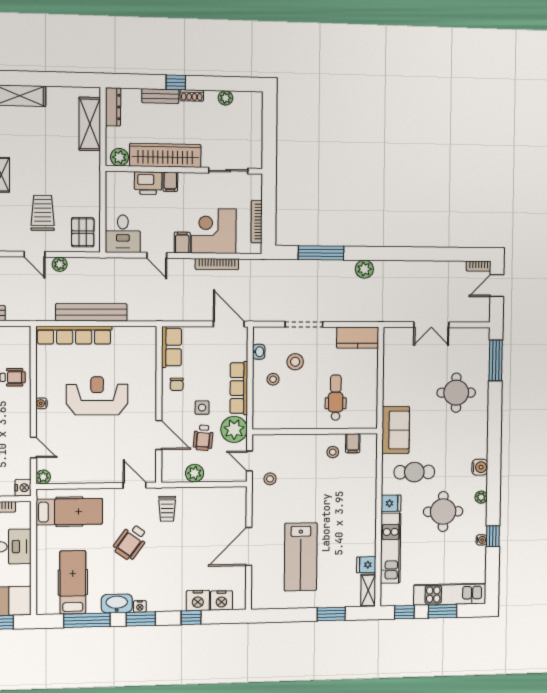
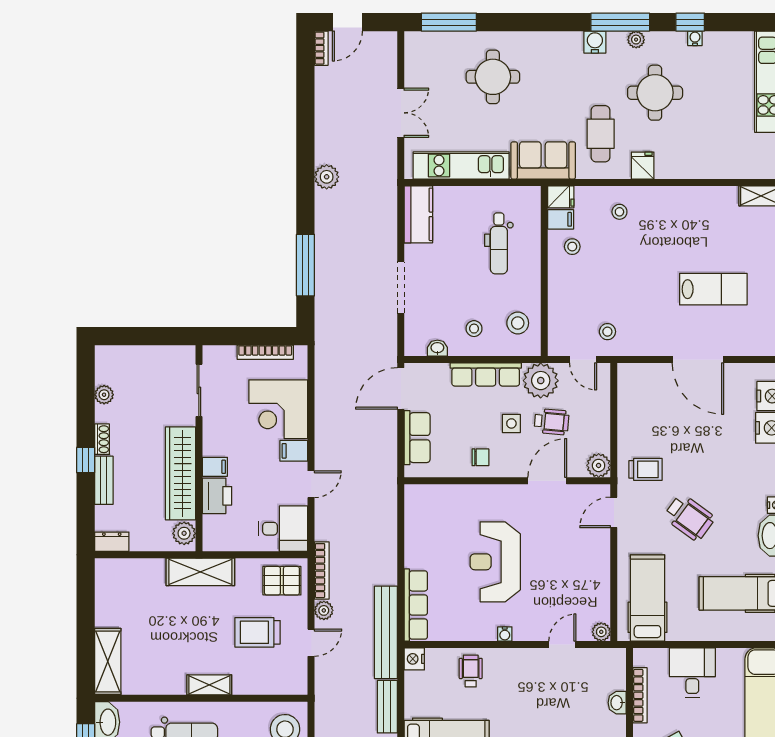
dresser: (113, 107) -> (112, 542), width x0.70
shelving: (90, 124) -> (200, 572), moved
bookcase: (217, 264) -> (322, 571), moved
plant: (364, 269) -> (327, 177), moved
door: (497, 286) -> (347, 22), hinge flipped
bench: (91, 312) -> (386, 632), moved
row of seats: (74, 335) -> (416, 605), width x0.73
row of seats: (171, 347) -> (417, 438), moved, turned 90
stool: (295, 362) -> (518, 323), moved
dental chair: (336, 398) -> (499, 243), turned -90
door: (249, 461) -> (583, 360), hinge flipped
plant: (195, 473) -> (599, 465), moved
window: (494, 485) -> (620, 22), added
stool: (358, 487) -> (619, 212), added
nightstand: (23, 488) -> (414, 659), moved, turned -90
kitchen unit: (391, 548) -> (461, 166), moved
lab bench: (301, 557) -> (713, 289), width x0.73, depth x0.72
fridge: (366, 565) -> (561, 197), moved, turned -90

